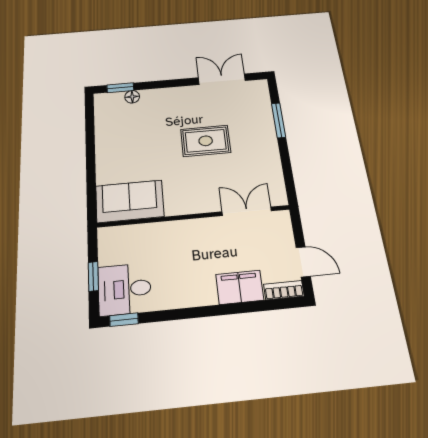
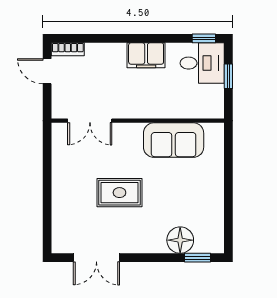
floor lamp: (132, 97) -> (180, 240), width x1.89, depth x1.89
window: (279, 120) -> (47, 207), removed
sofa: (130, 201) -> (174, 140), moved
filing cabinet: (240, 287) -> (146, 55), moved

